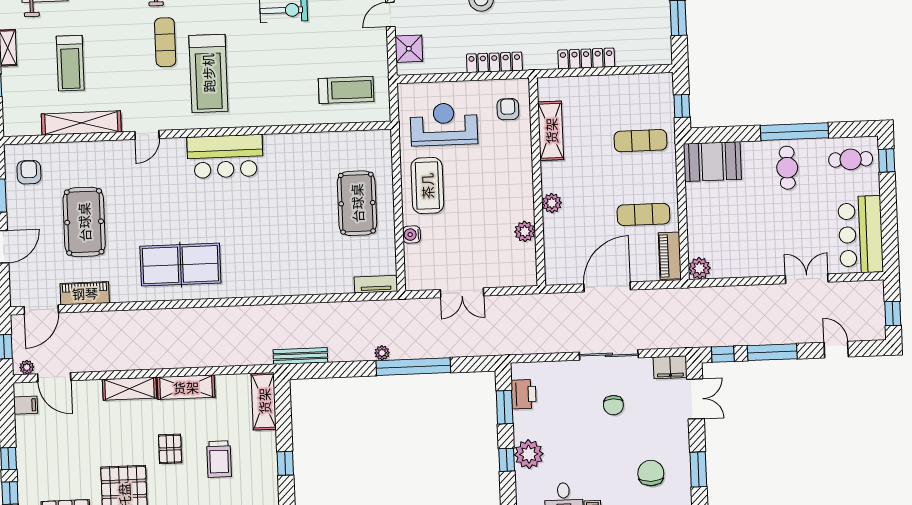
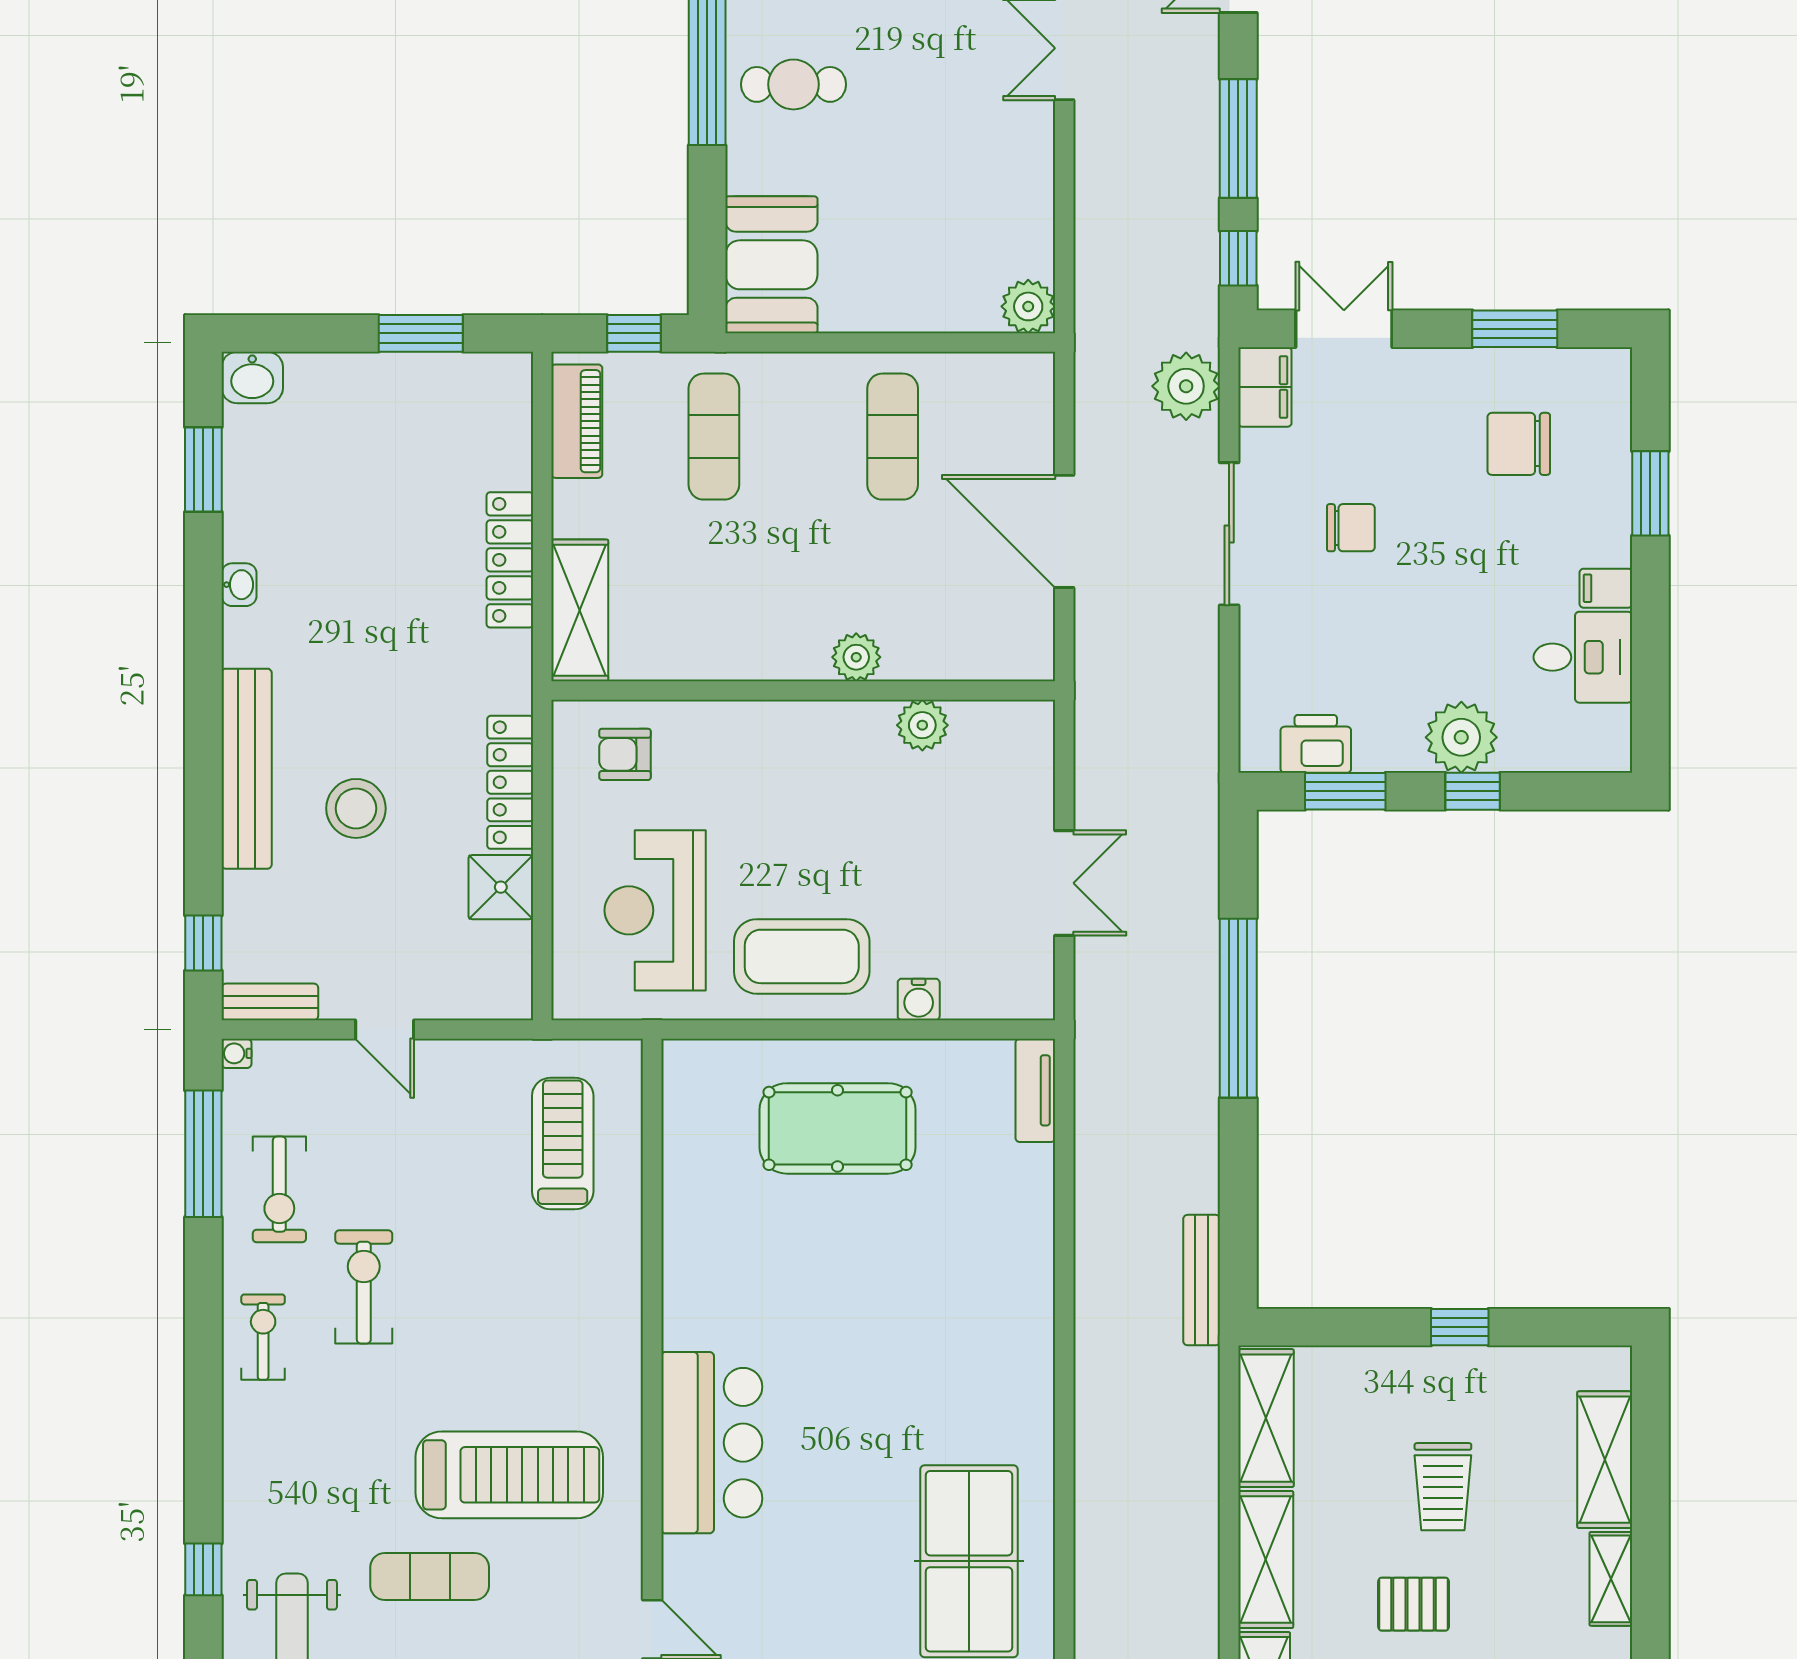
shower: (409, 49) -> (501, 887), moved
shelving: (551, 131) -> (580, 610), moved, turned 90
piano: (670, 256) -> (577, 421), moved, turned -90
plant: (382, 353) -> (1186, 386), moved, width x1.88, depth x1.88
shelving: (264, 401) -> (1266, 1418), moved, turned 90
trolley: (219, 459) -> (1443, 1487), turned 90

